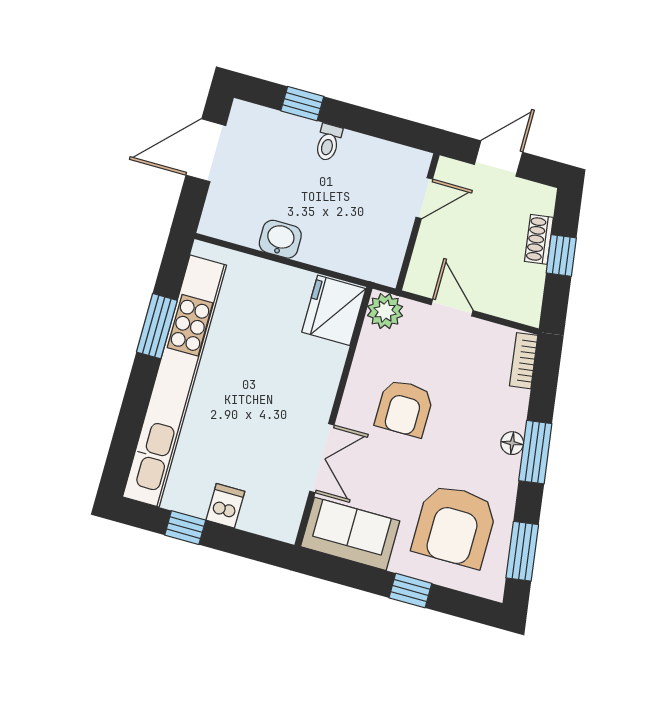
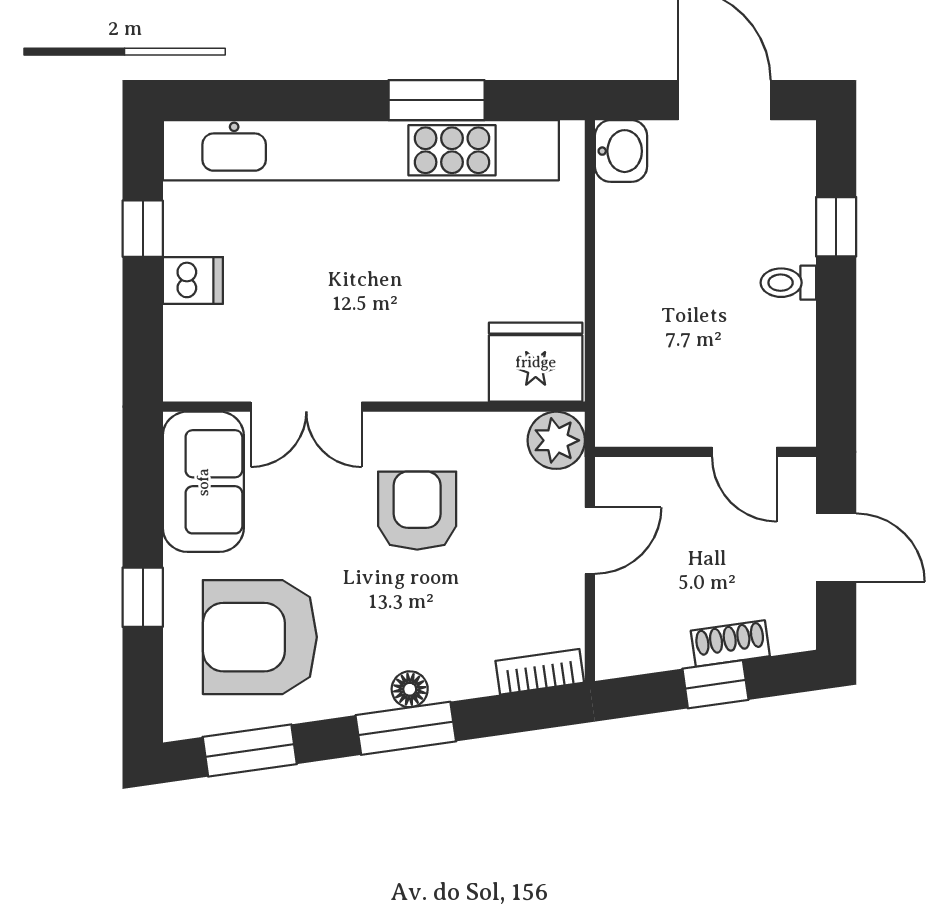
washbasin: (280, 239) -> (621, 151), moved
armchair: (404, 408) -> (417, 511), turned 90

